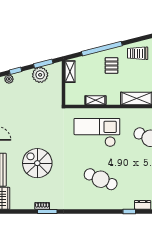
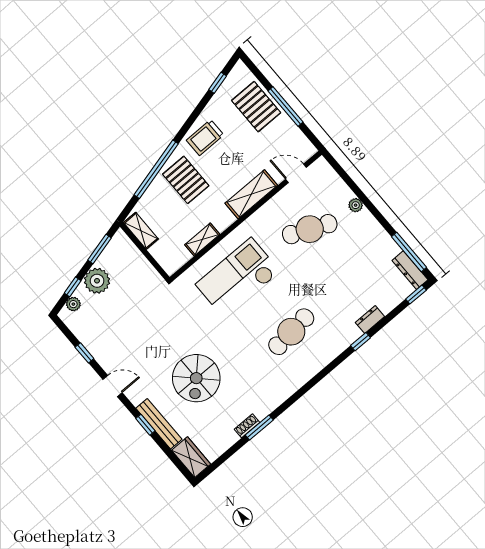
pallet: (112, 65) -> (186, 180), width x1.50, depth x1.42
plant: (40, 75) -> (97, 281), moved
spiral stairs: (37, 163) -> (196, 378), turned -90
cafe table: (101, 179) -> (291, 332), turned -30

